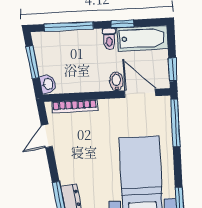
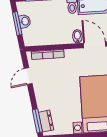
washbasin: (48, 84) -> (25, 21), moved

